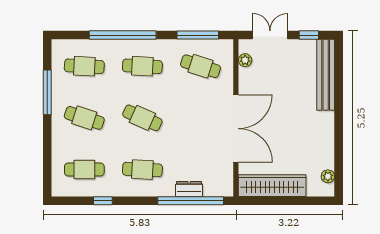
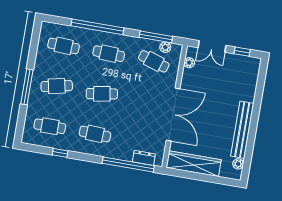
double door: (270, 35) -> (212, 46), swing flipped
plant: (212, 46) -> (165, 47), added
bench: (326, 75) -> (242, 130), moved
window: (47, 92) -> (27, 87), moved
cafe table: (84, 118) -> (57, 86), turned -30
cafe table: (142, 118) -> (102, 94), turned -33
dresser: (189, 189) -> (144, 158), moved

